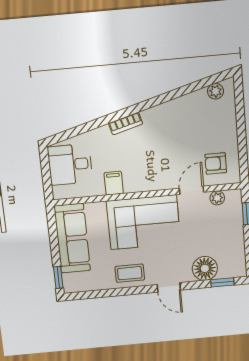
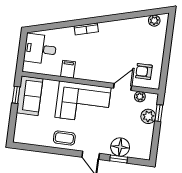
plant: (234, 221) -> (148, 116), added
sofa: (72, 238) -> (30, 96), width x0.73
window: (58, 277) -> (16, 95), moved
window: (222, 282) -> (119, 159), moved

